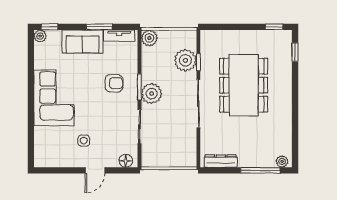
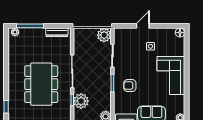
plant: (152, 94) -> (104, 35), moved
floor lamp: (126, 161) -> (180, 33), moved

